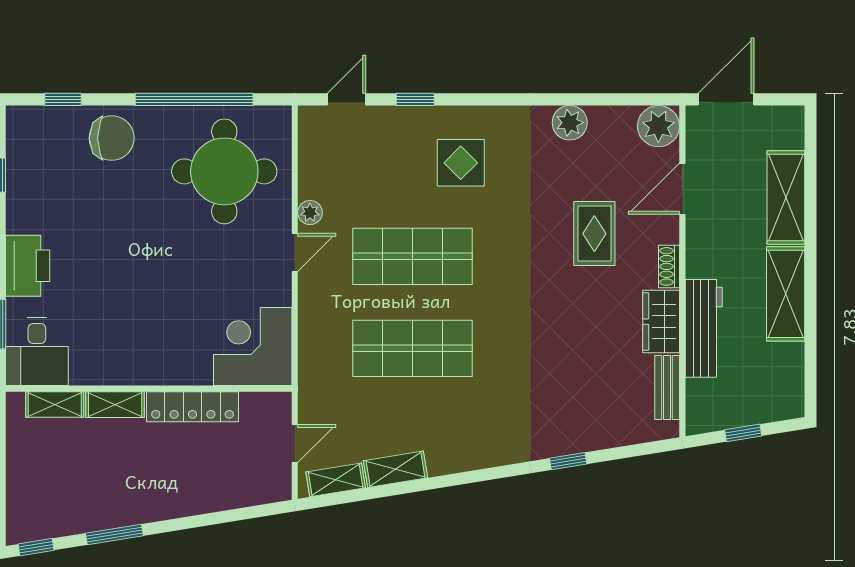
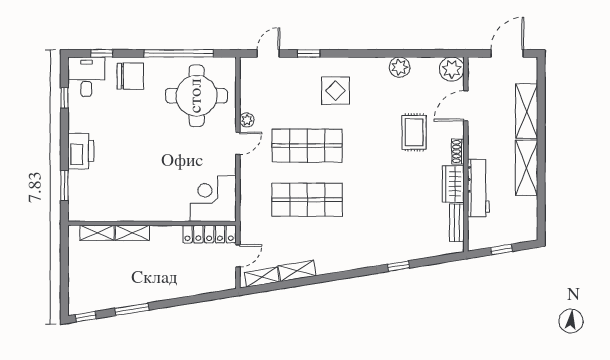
door: (726, 99) -> (507, 53), moved
desk: (37, 352) -> (86, 77), moved, turned 180
locker: (193, 407) -> (209, 234), moved

